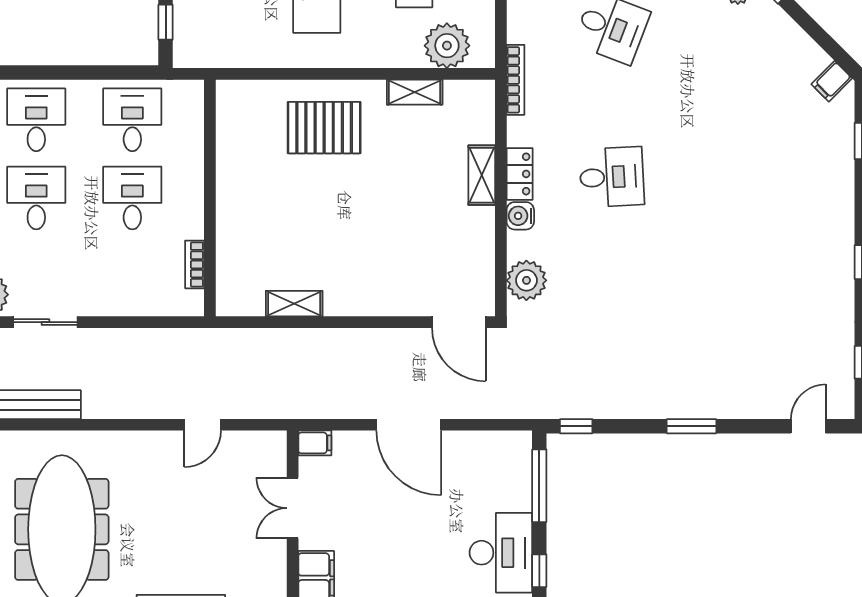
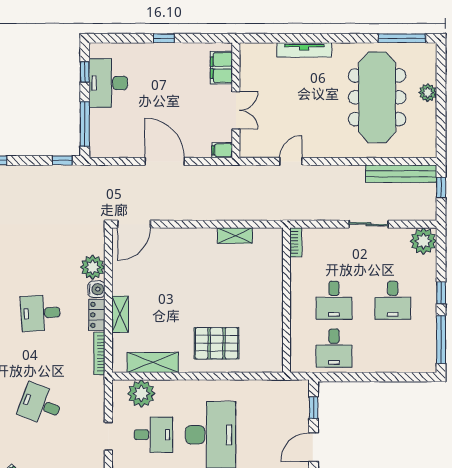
bookcase: (515, 80) -> (99, 354), moved
shelving: (415, 92) -> (153, 362), width x1.50, depth x1.33
desk: (36, 120) -> (393, 348), removed
bookcase: (195, 264) -> (296, 242), moved
plant: (526, 280) -> (93, 267), moved
sliding door: (45, 322) -> (369, 224), moved
door: (459, 322) -> (134, 224), swing flipped

